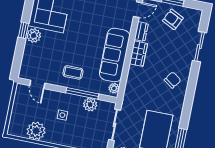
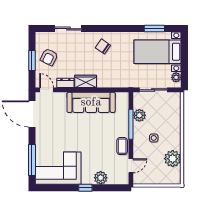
plant: (34, 36) -> (101, 178), moved
coffee table: (73, 72) -> (122, 146), moved
plant: (114, 88) -> (121, 97), removed

